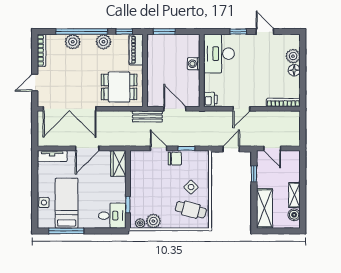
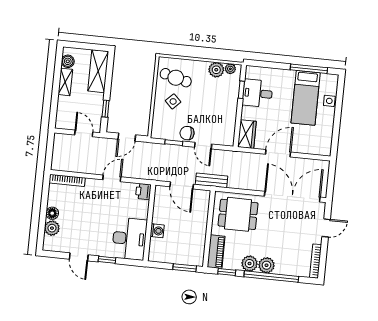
plant: (73, 42) -> (266, 265), moved
tv unit: (52, 156) -> (316, 149), removed
desk: (112, 216) -> (258, 93), moved

